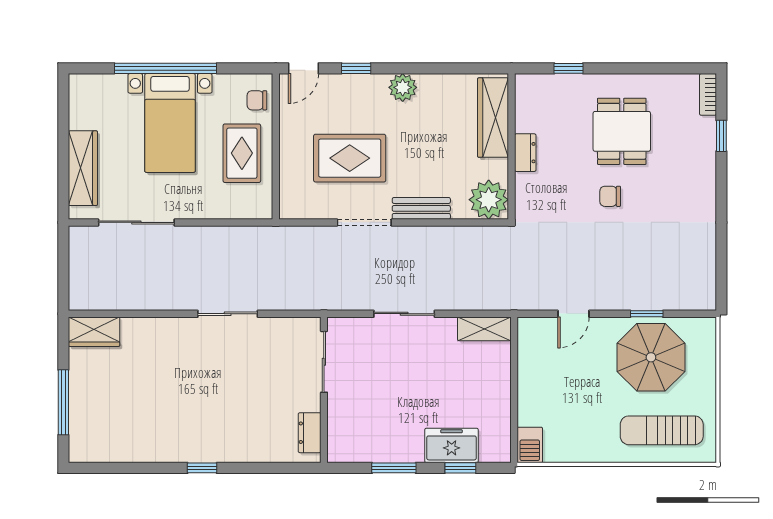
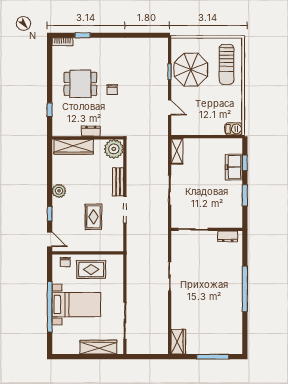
rug: (350, 158) -> (93, 217), width x0.73, depth x0.70
window: (202, 468) -> (245, 289), width x3.17

